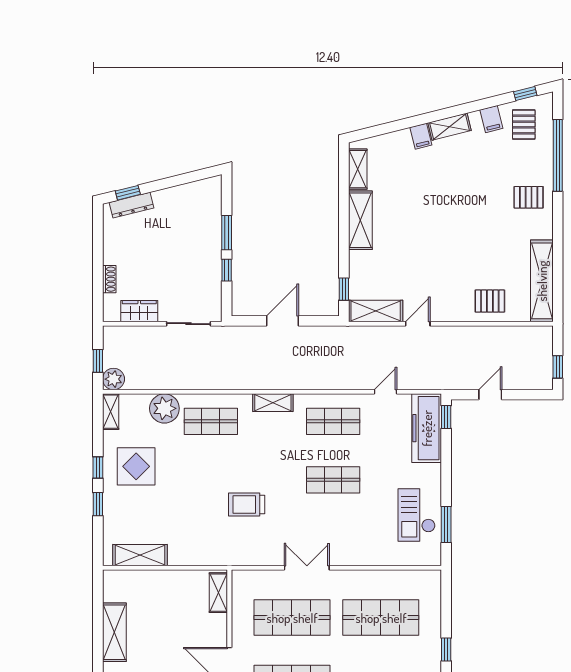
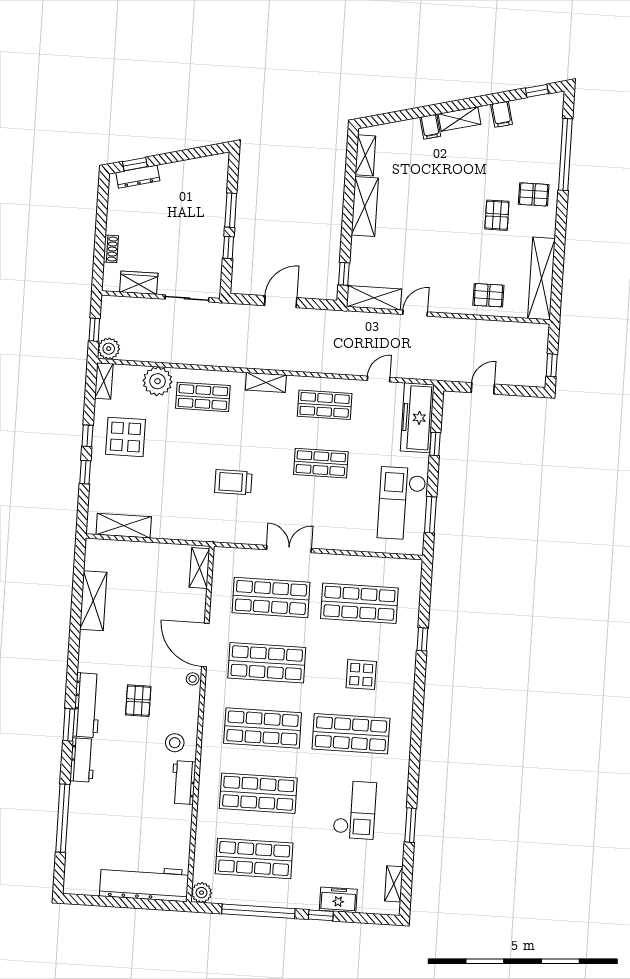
pallet: (524, 125) -> (497, 215), moved
window: (446, 417) -> (435, 444), moved
checkout: (417, 515) -> (402, 504), width x1.36, depth x1.21

